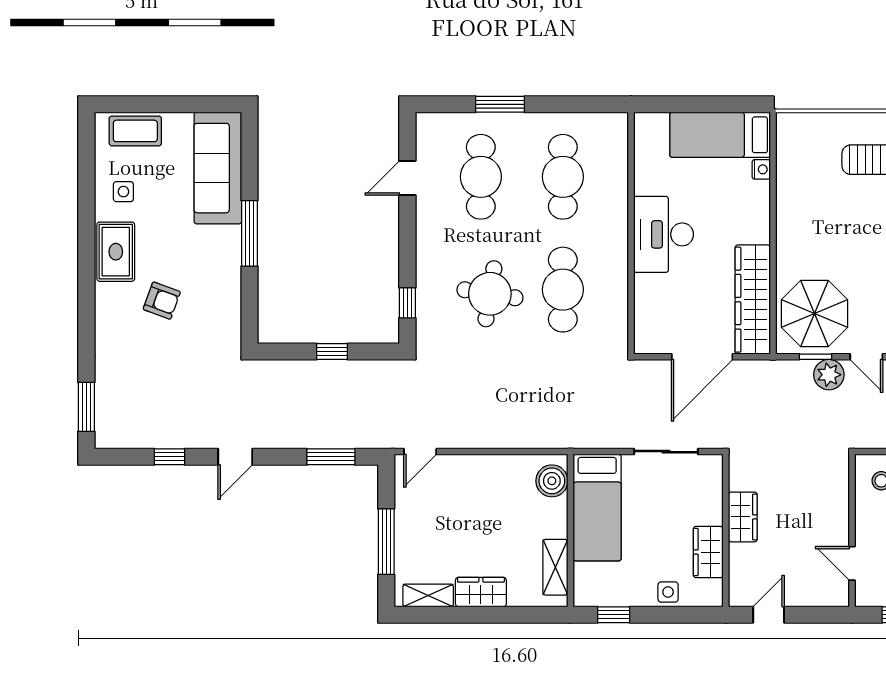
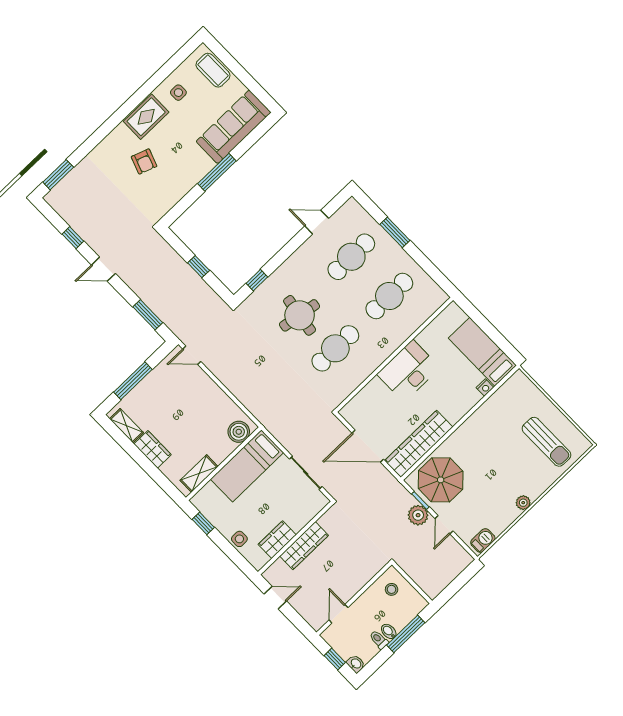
wardrobe: (743, 517) -> (304, 546), width x1.50

